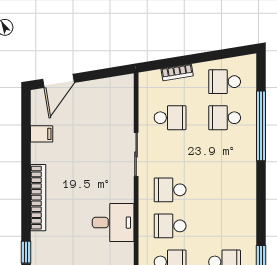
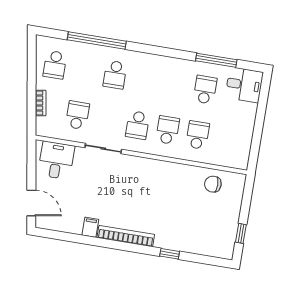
school desk: (225, 118) -> (115, 75), moved
filing cabinet: (42, 134) -> (90, 227), moved
desk: (113, 223) -> (56, 160), moved
school desk: (170, 226) -> (168, 130), turned 180

